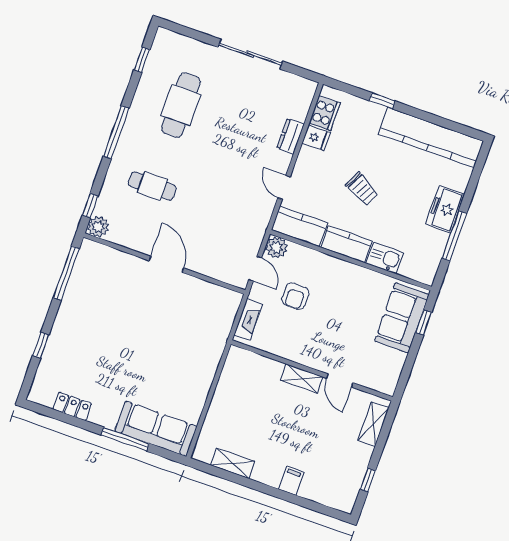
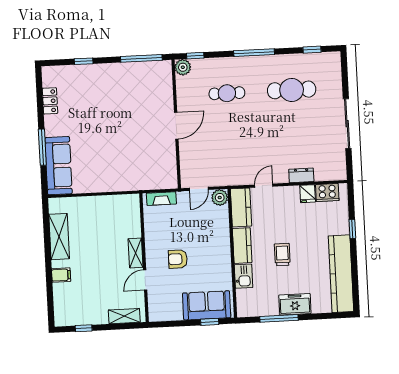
cafe table: (152, 186) -> (227, 93), turned 90
trolley: (362, 189) -> (282, 255), moved, turned 153
armchair: (295, 296) -> (178, 259), moved
shelving: (233, 463) -> (59, 237), width x1.50, depth x1.33

